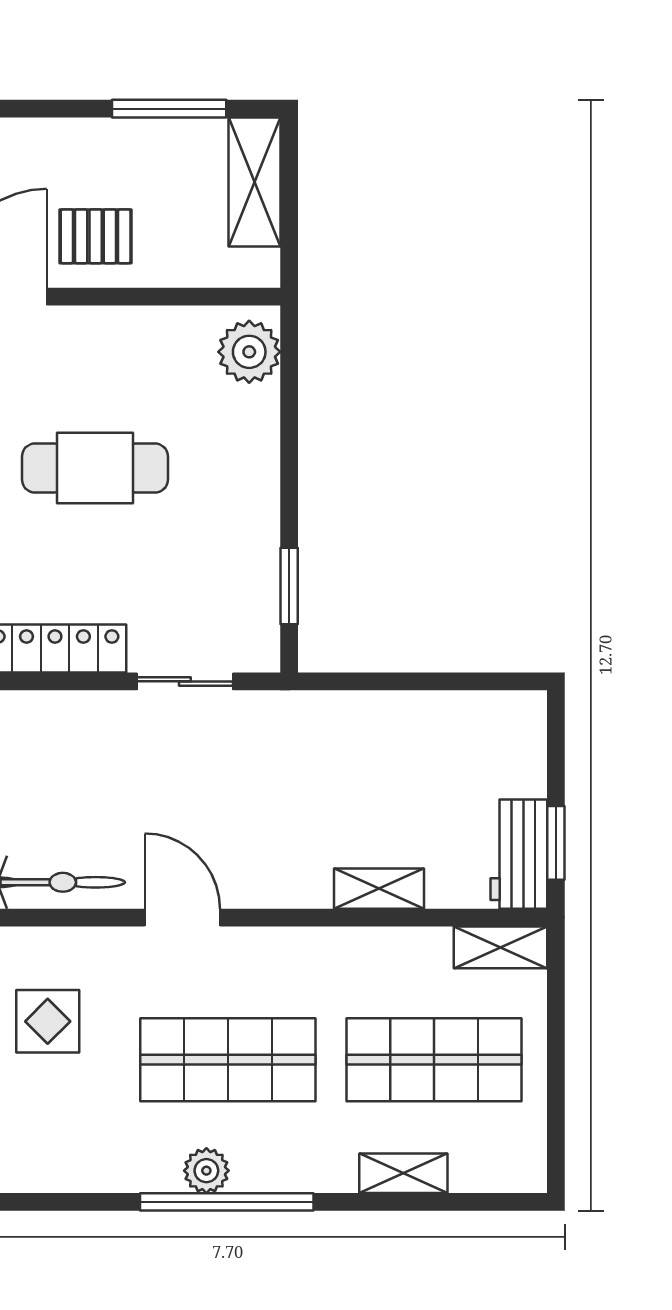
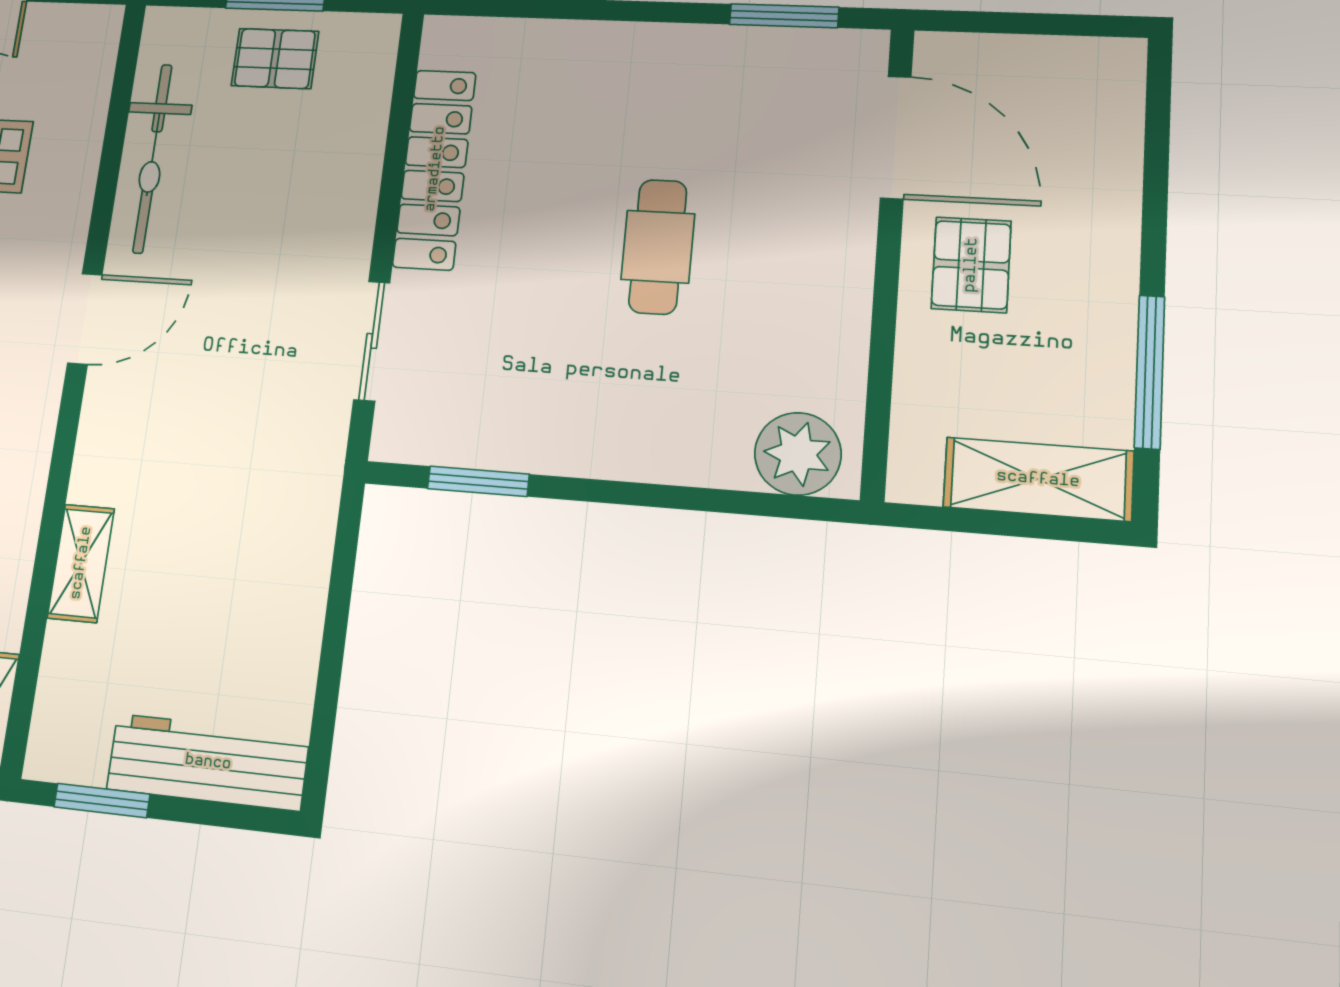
cafe table: (95, 468) -> (658, 247), width x0.73, depth x0.74
workbench: (519, 854) -> (208, 762), moved, width x1.37

